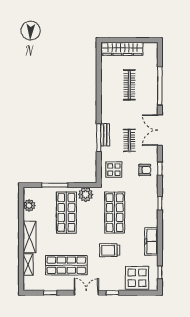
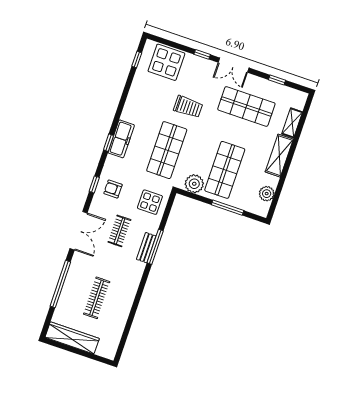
wardrobe: (122, 49) -> (72, 338), moved
freezer: (151, 241) -> (121, 139), moved

